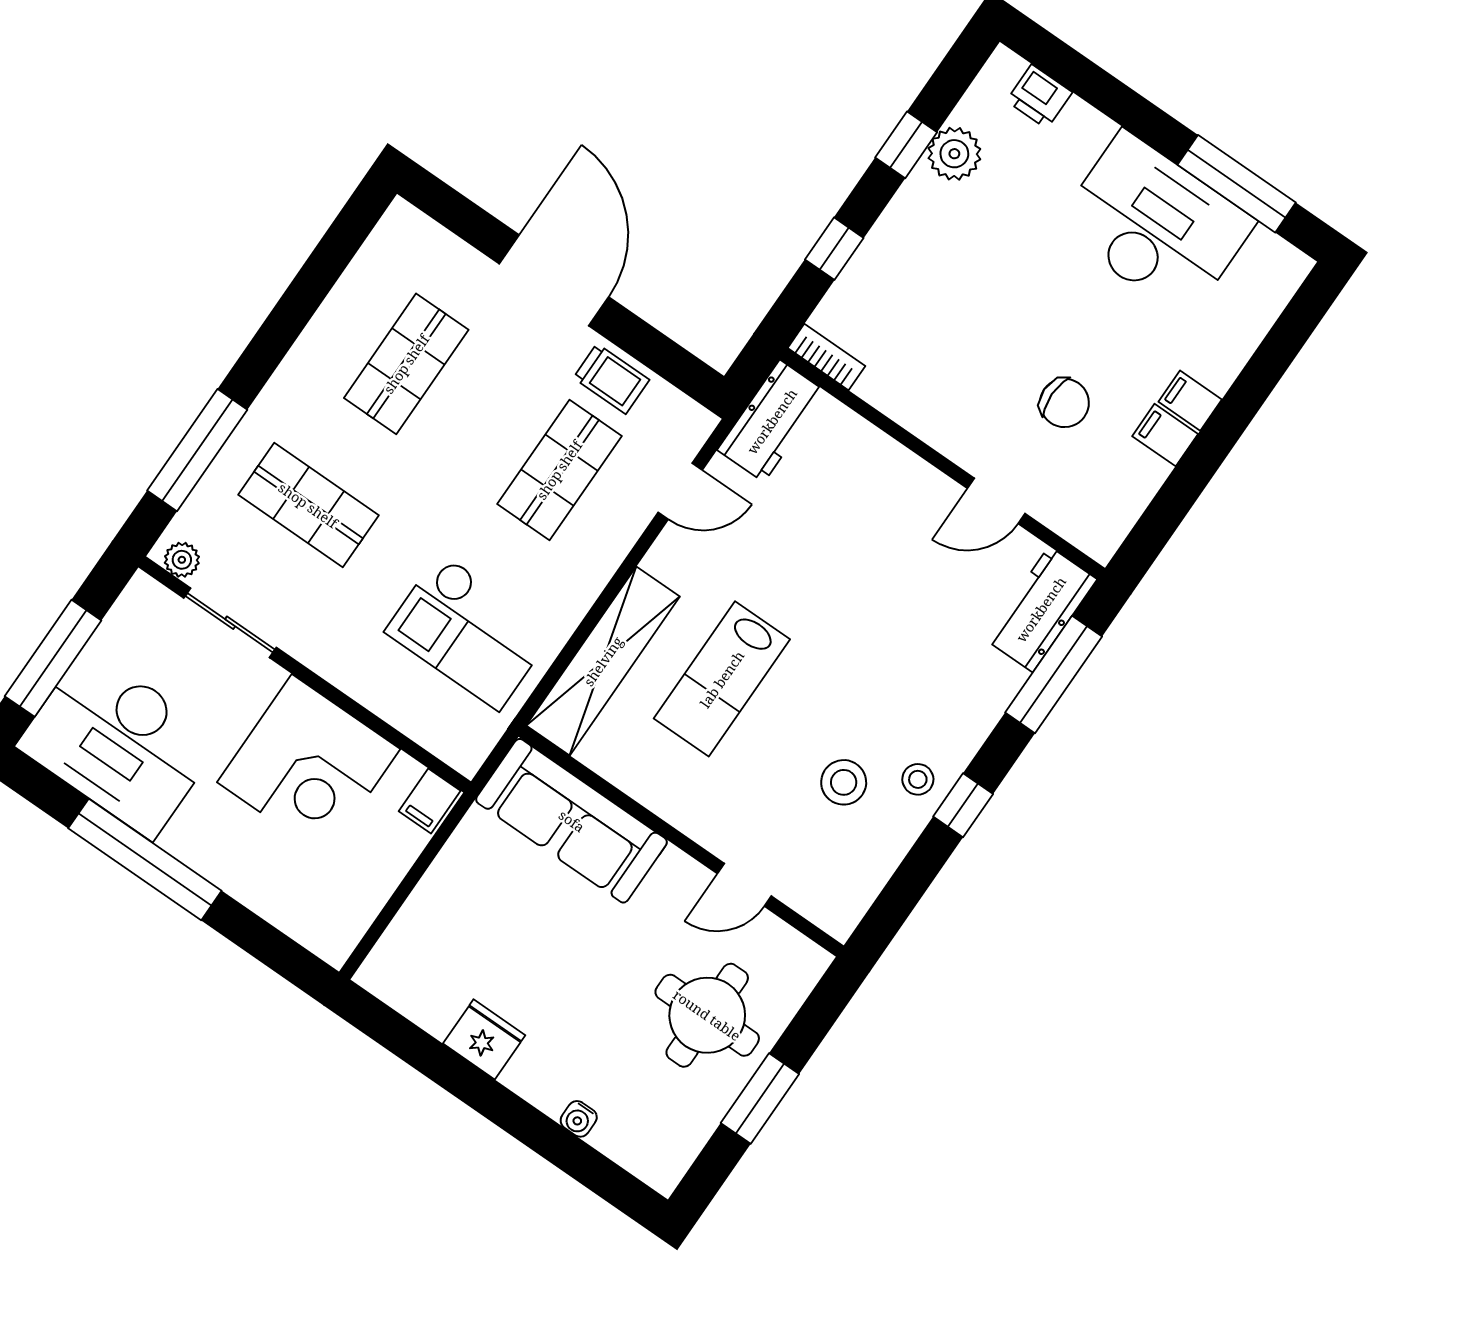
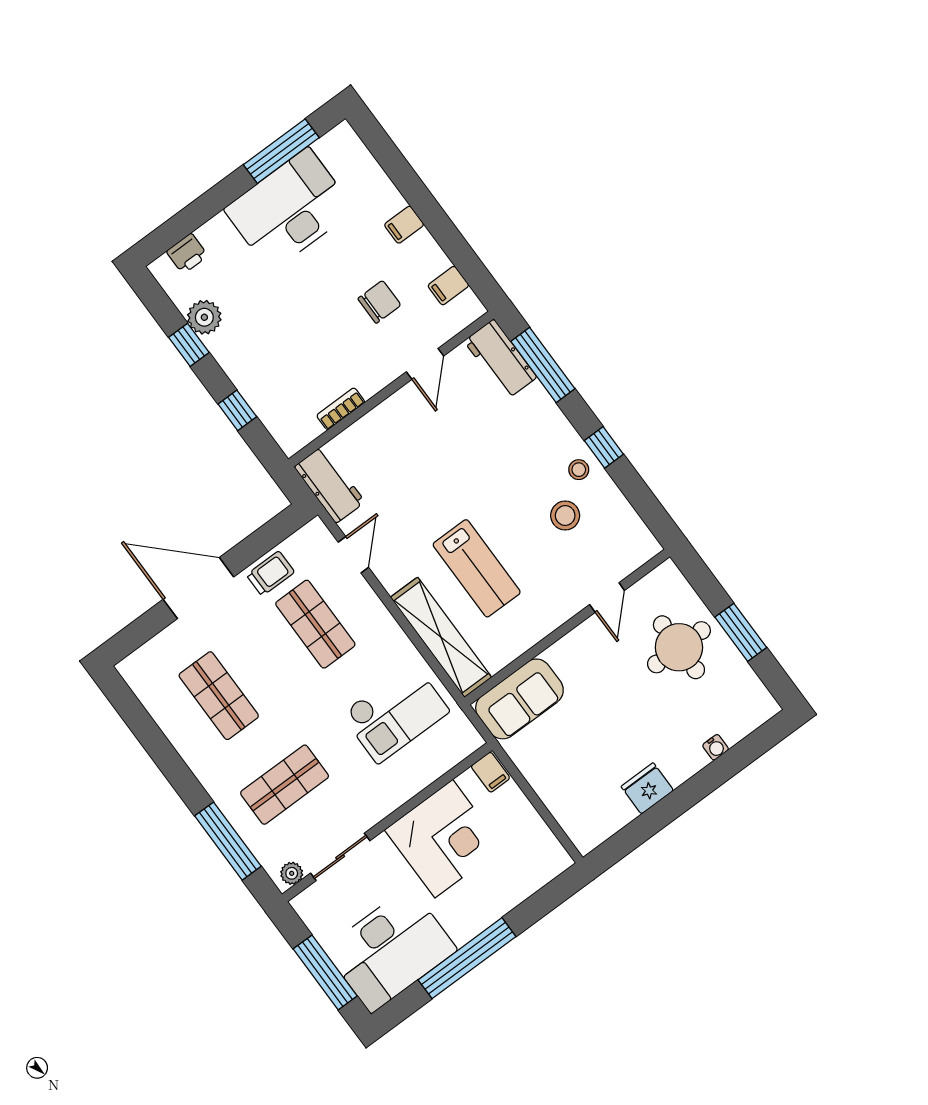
bookcase: (826, 357) -> (341, 409), moved
filing cabinet: (1165, 435) -> (448, 286), moved
sofa: (572, 821) -> (519, 699), width x0.73

